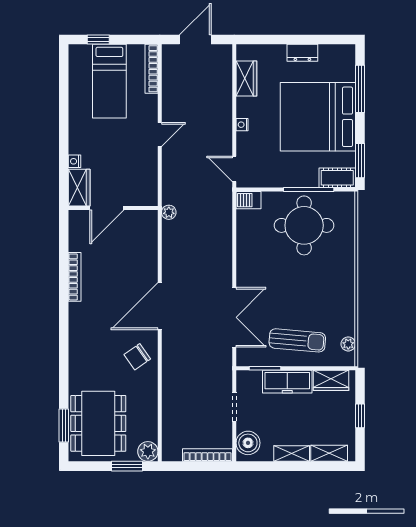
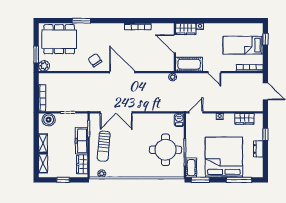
window: (276, 39) -> (265, 135), added
cot: (145, 182) -> (189, 64), added
window: (64, 426) -> (81, 21), moved

